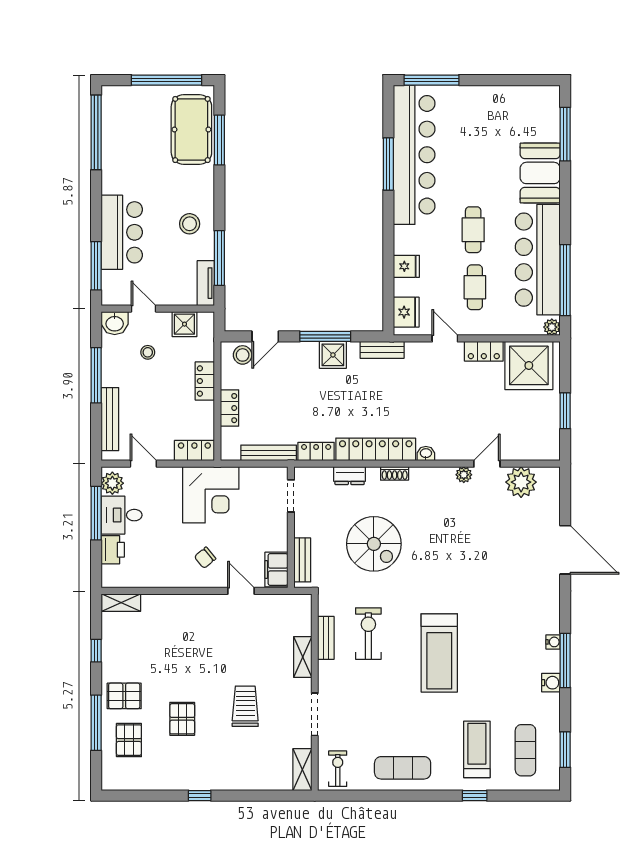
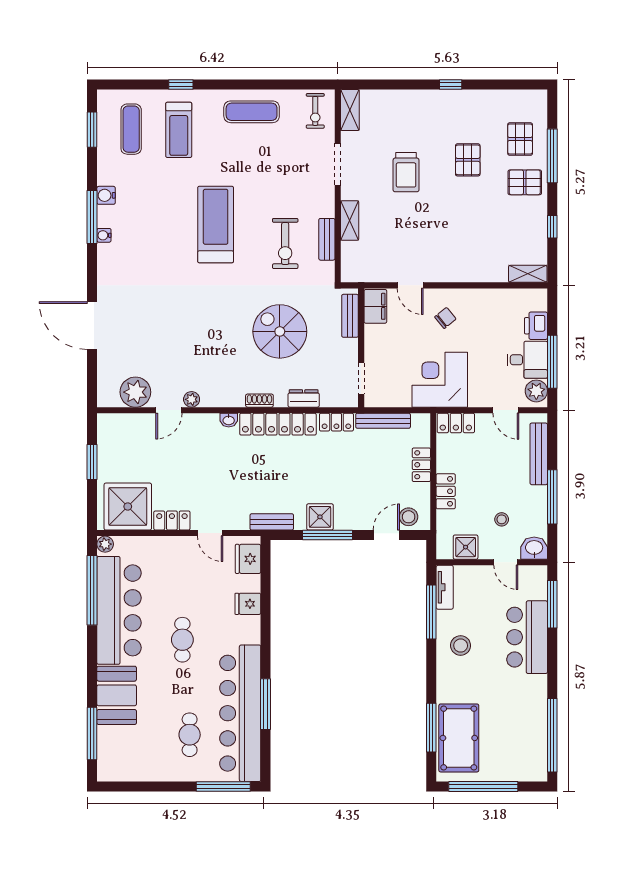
cafe table: (475, 287) -> (190, 735), moved

